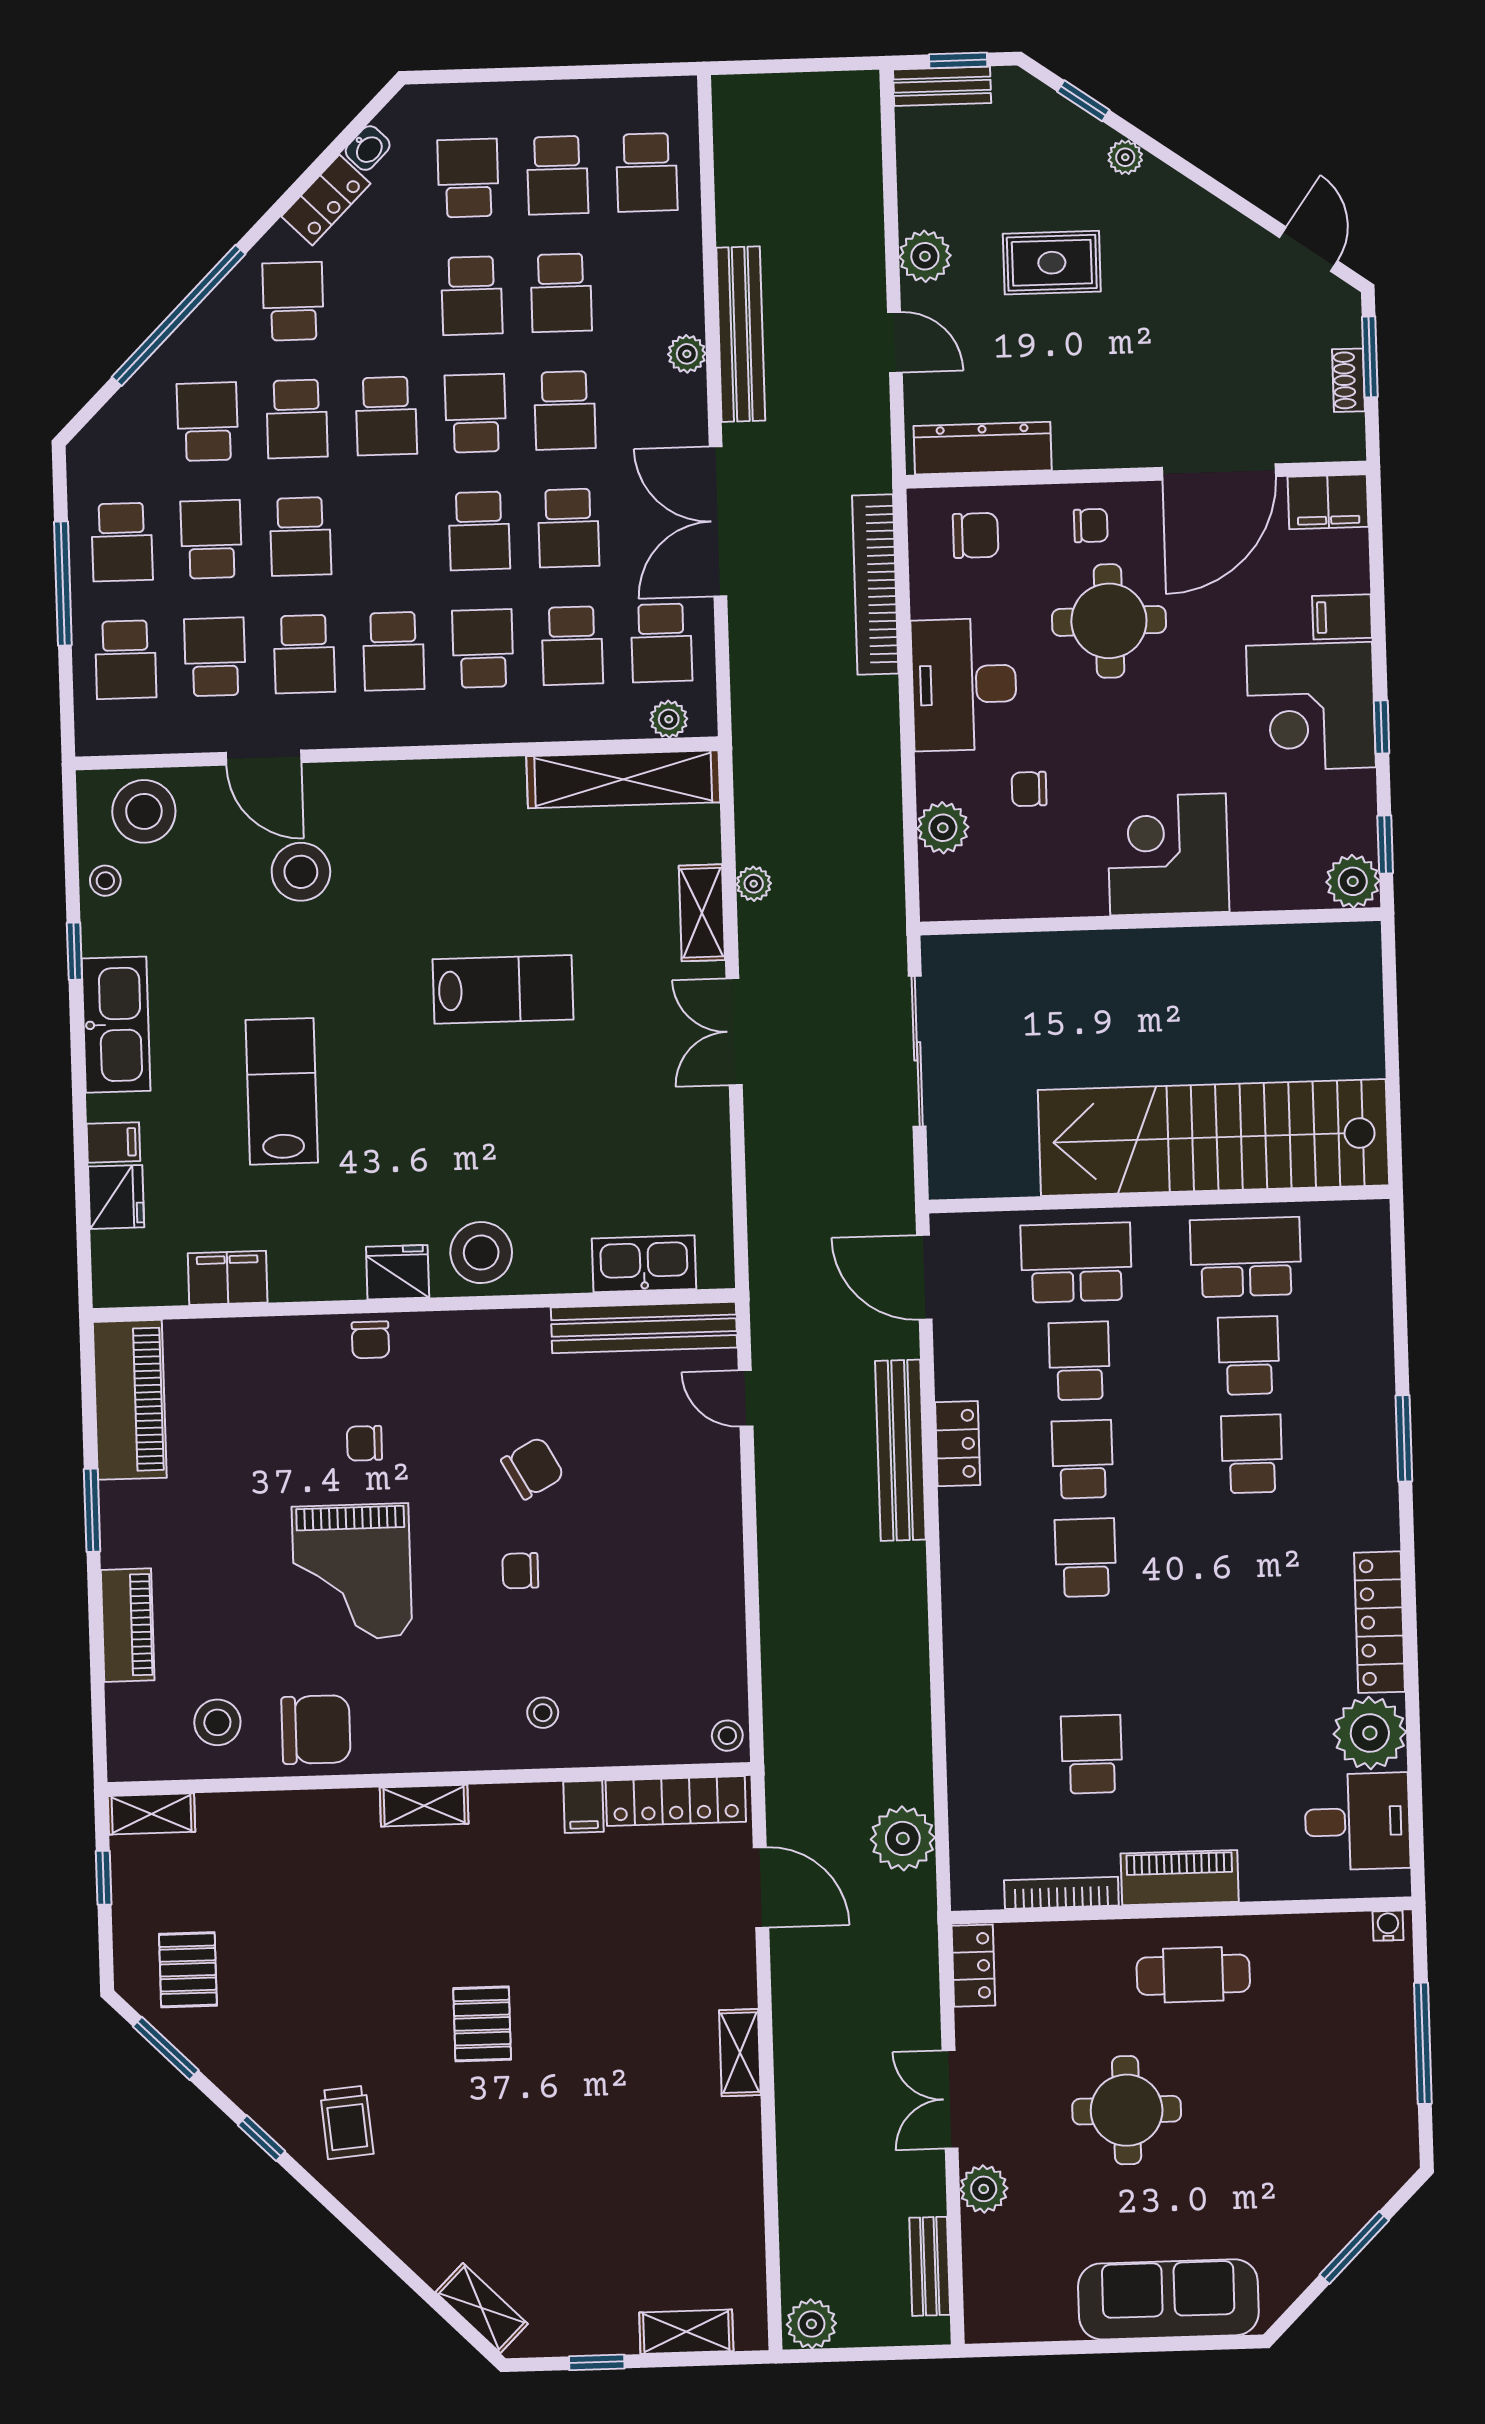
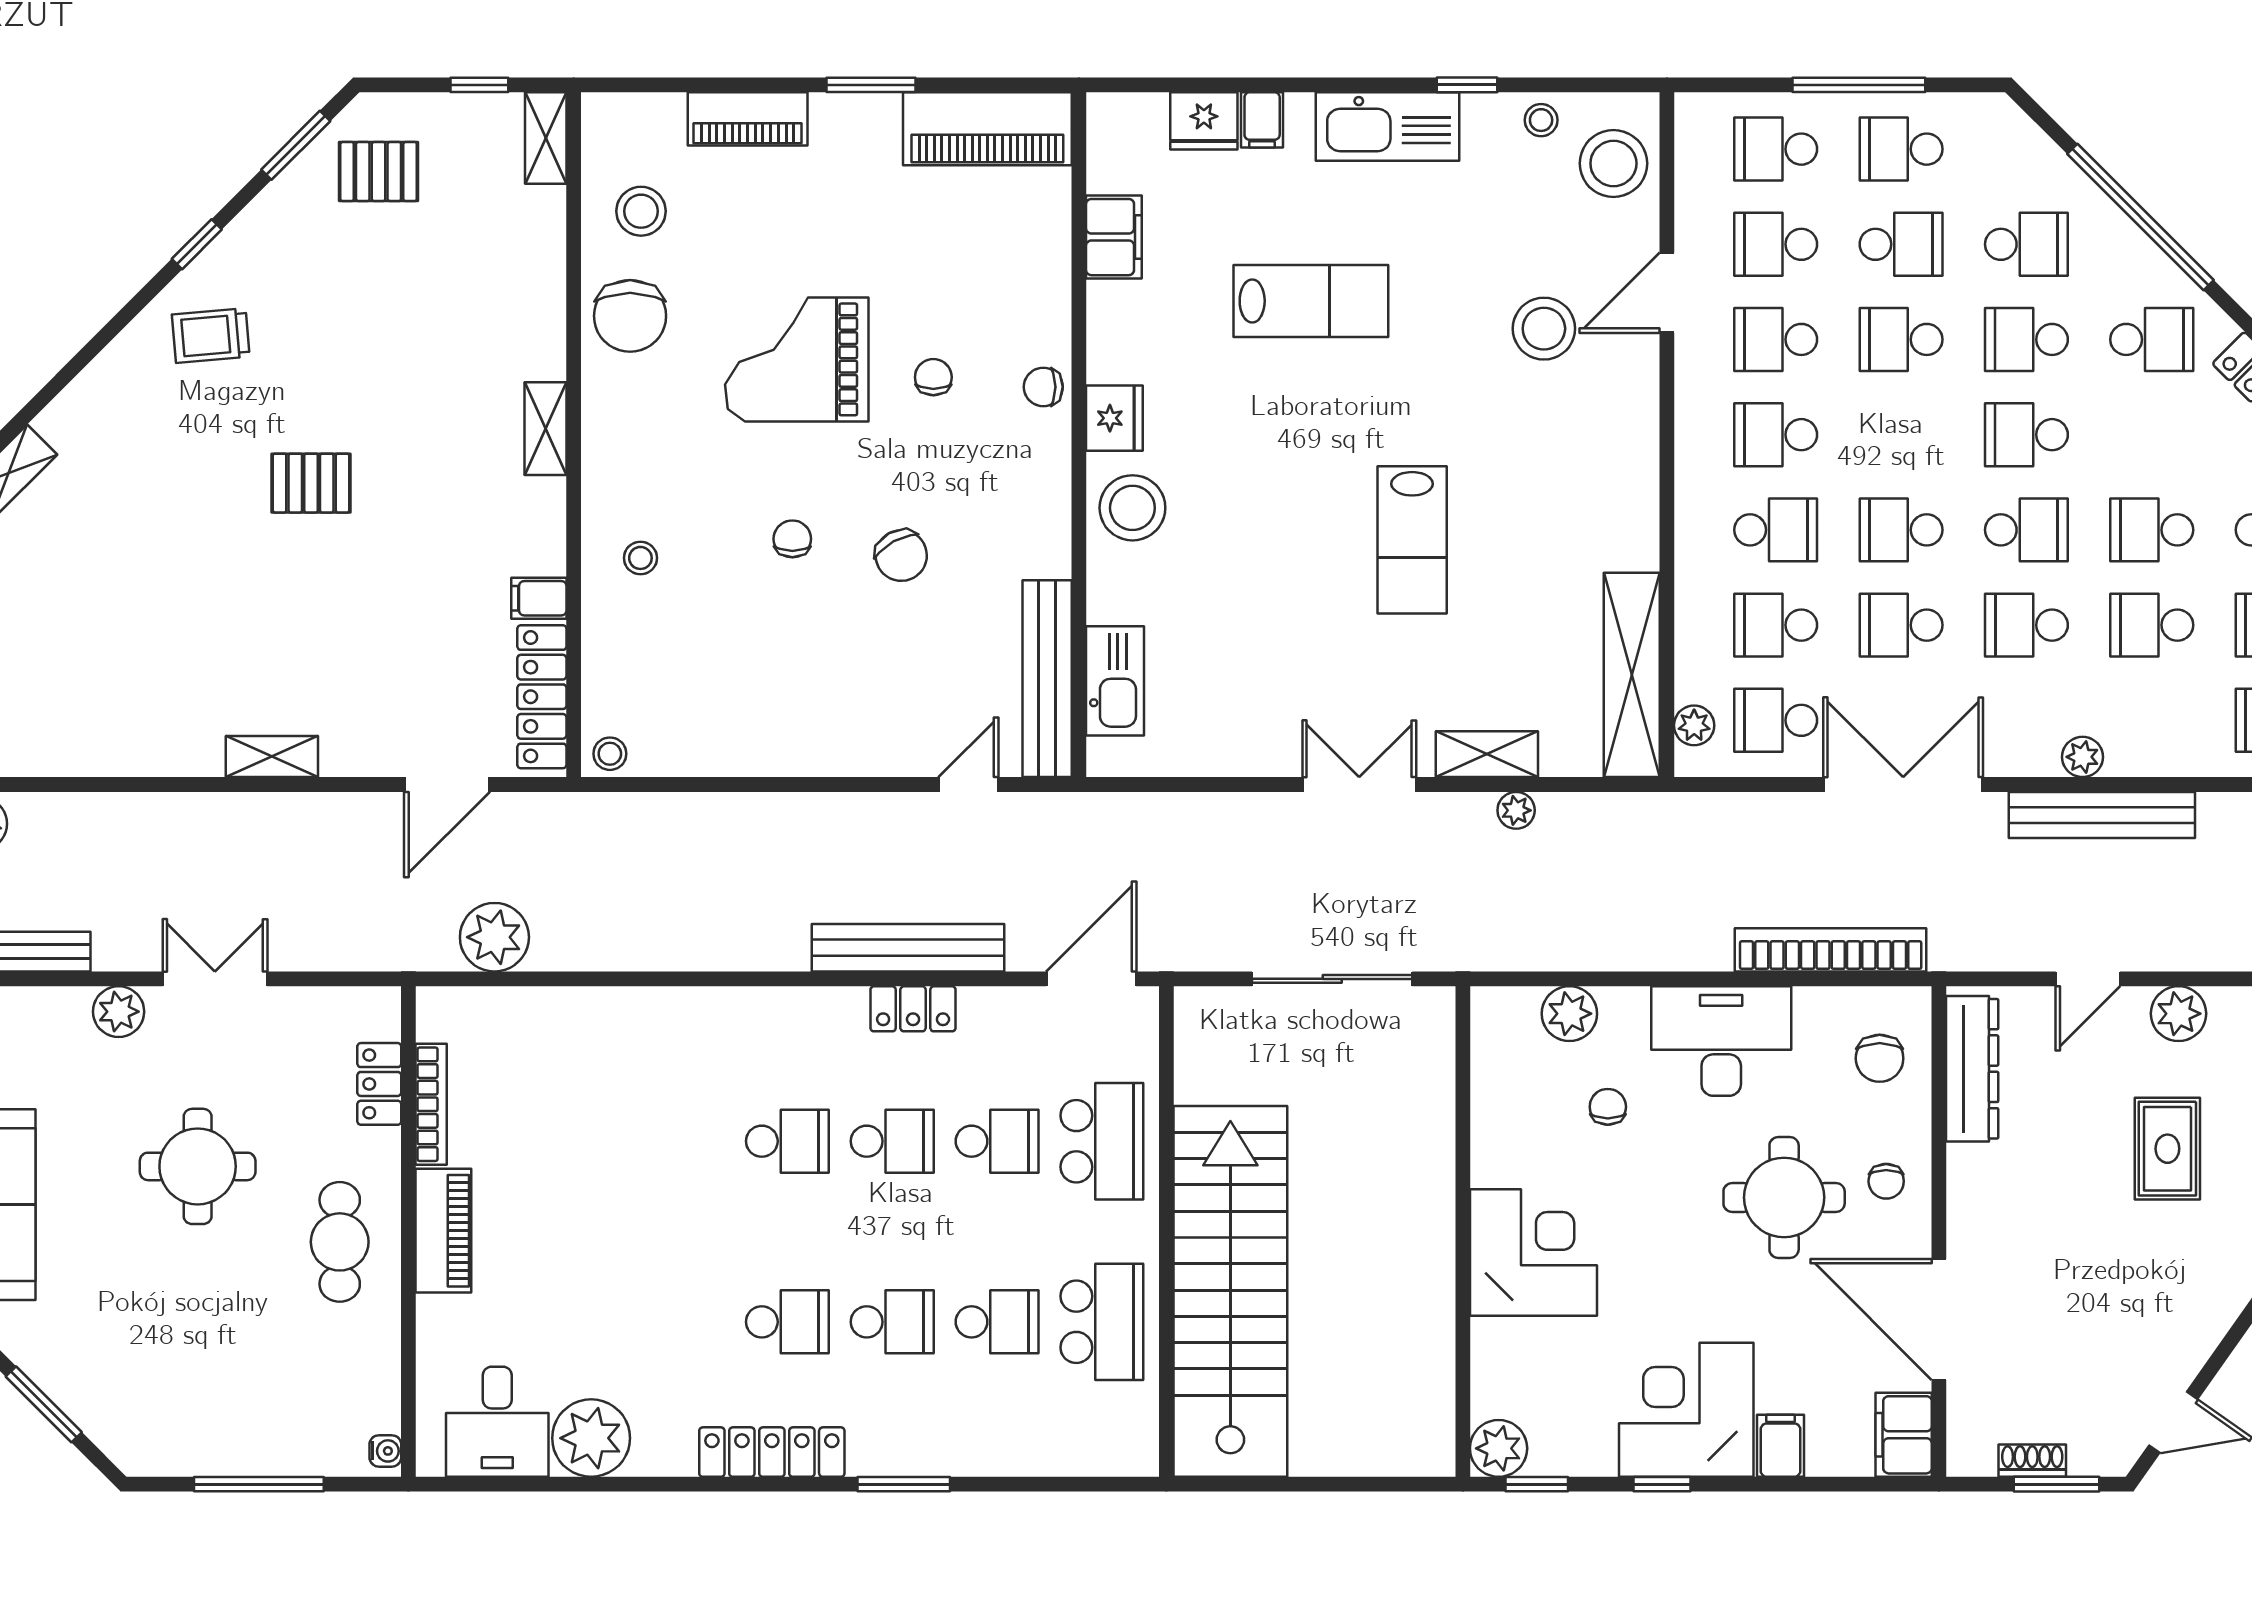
school desk: (215, 657) -> (1776, 244), turned 180
locker: (1380, 1622) -> (772, 1452), moved
school desk: (1092, 1754) -> (787, 1322), moved
locker: (973, 1966) -> (379, 1084), moved, turned 90

